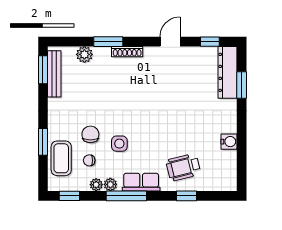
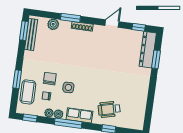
water cooler: (229, 142) -> (142, 96), removed

